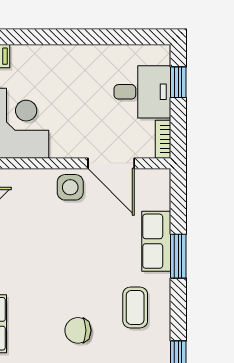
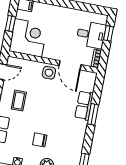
coffee table: (135, 307) -> (19, 101), moved

